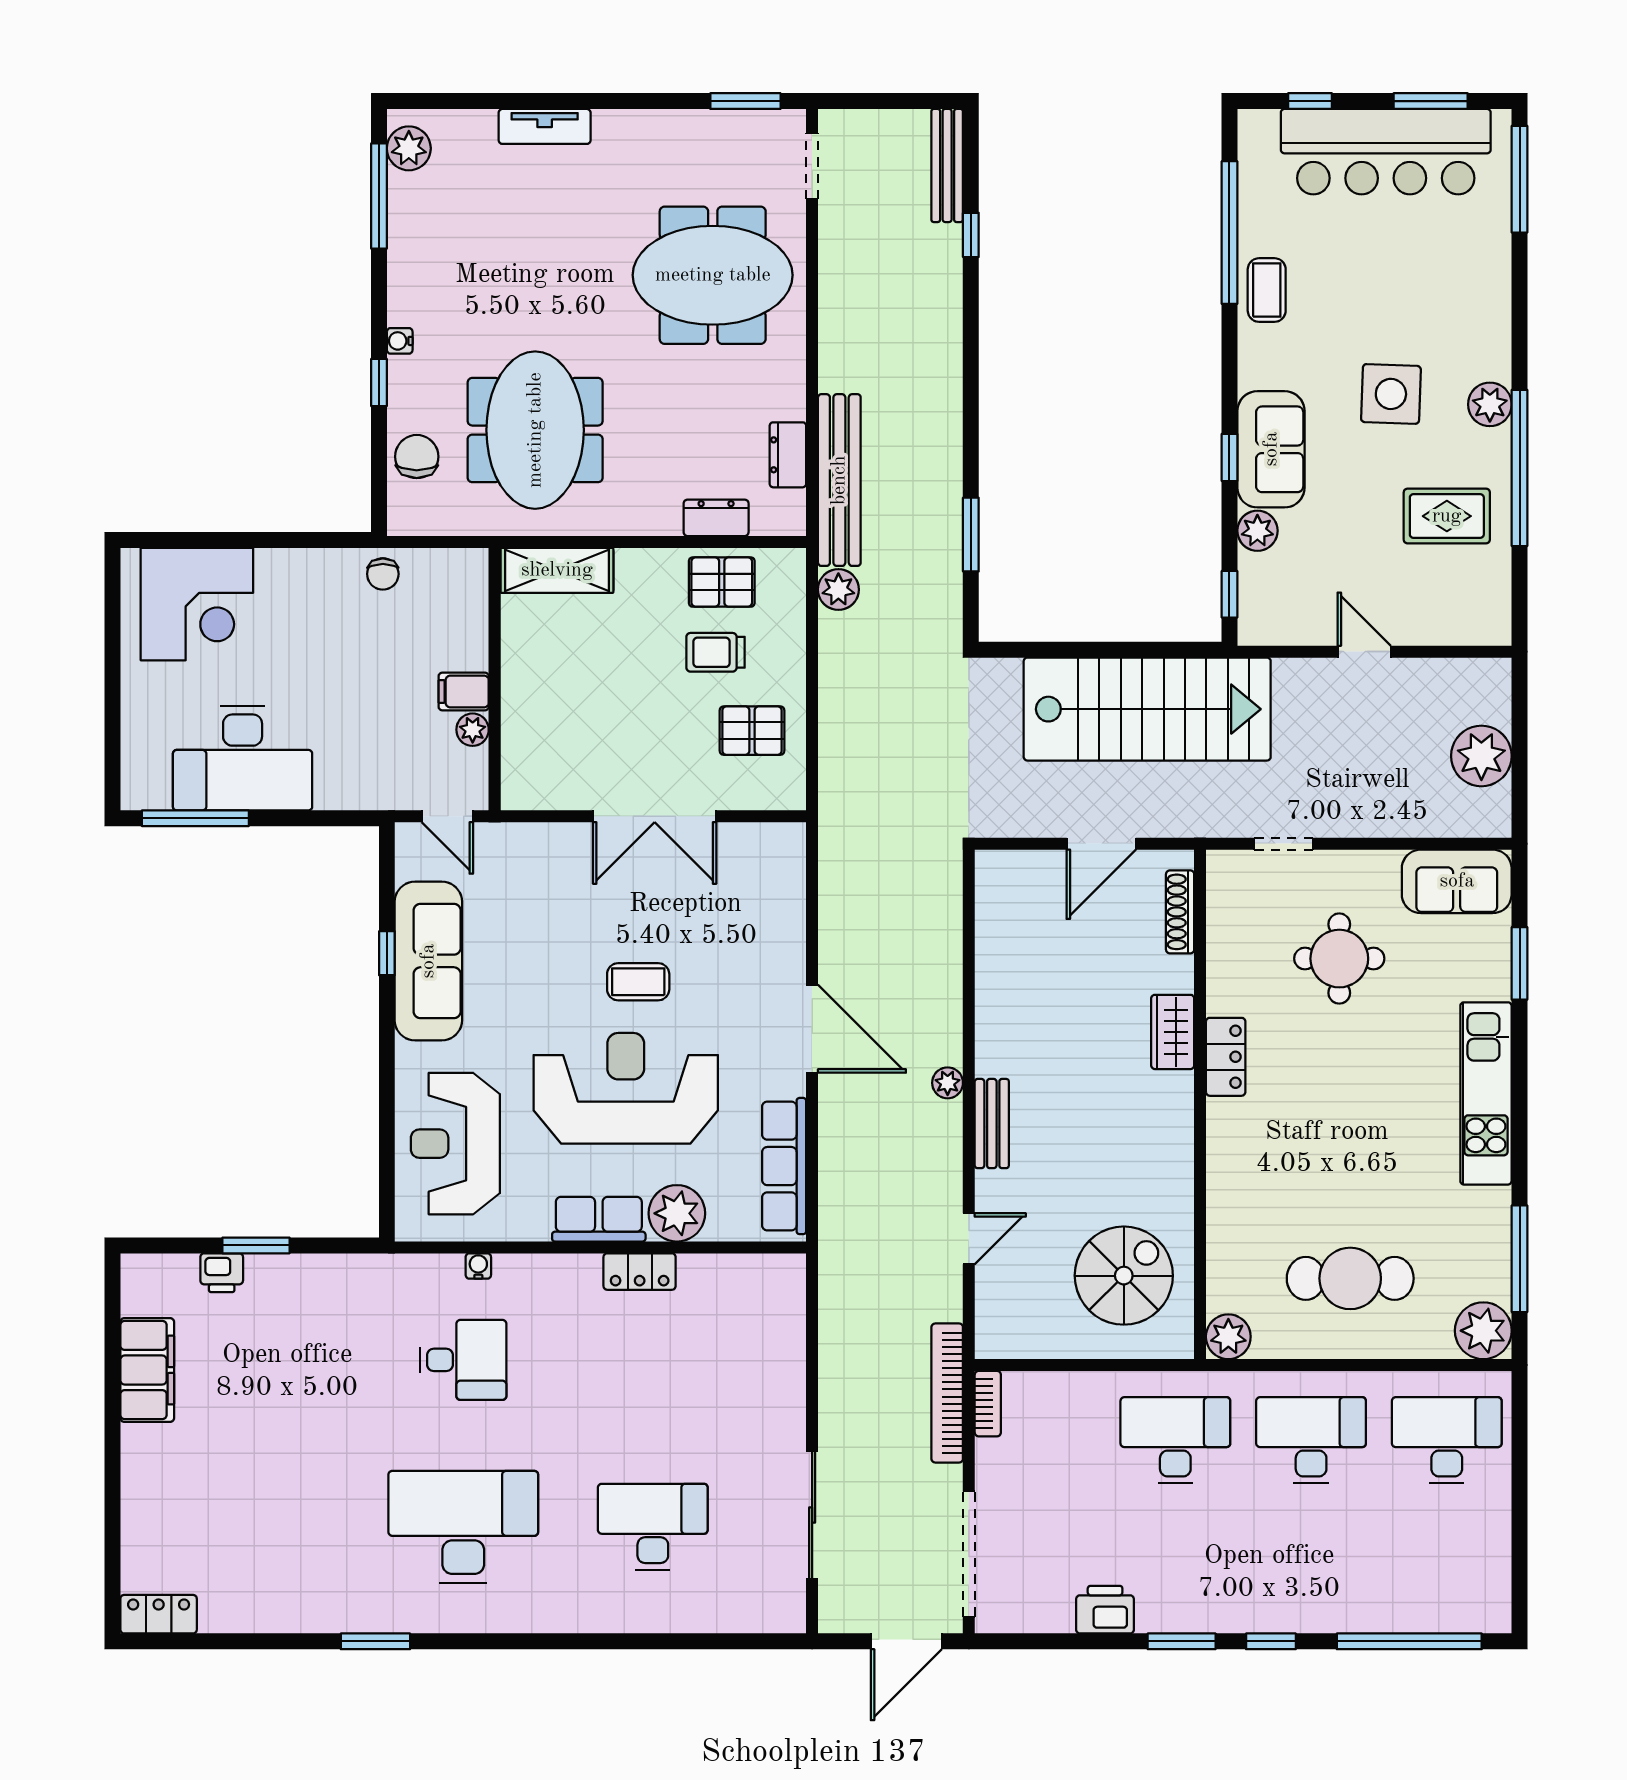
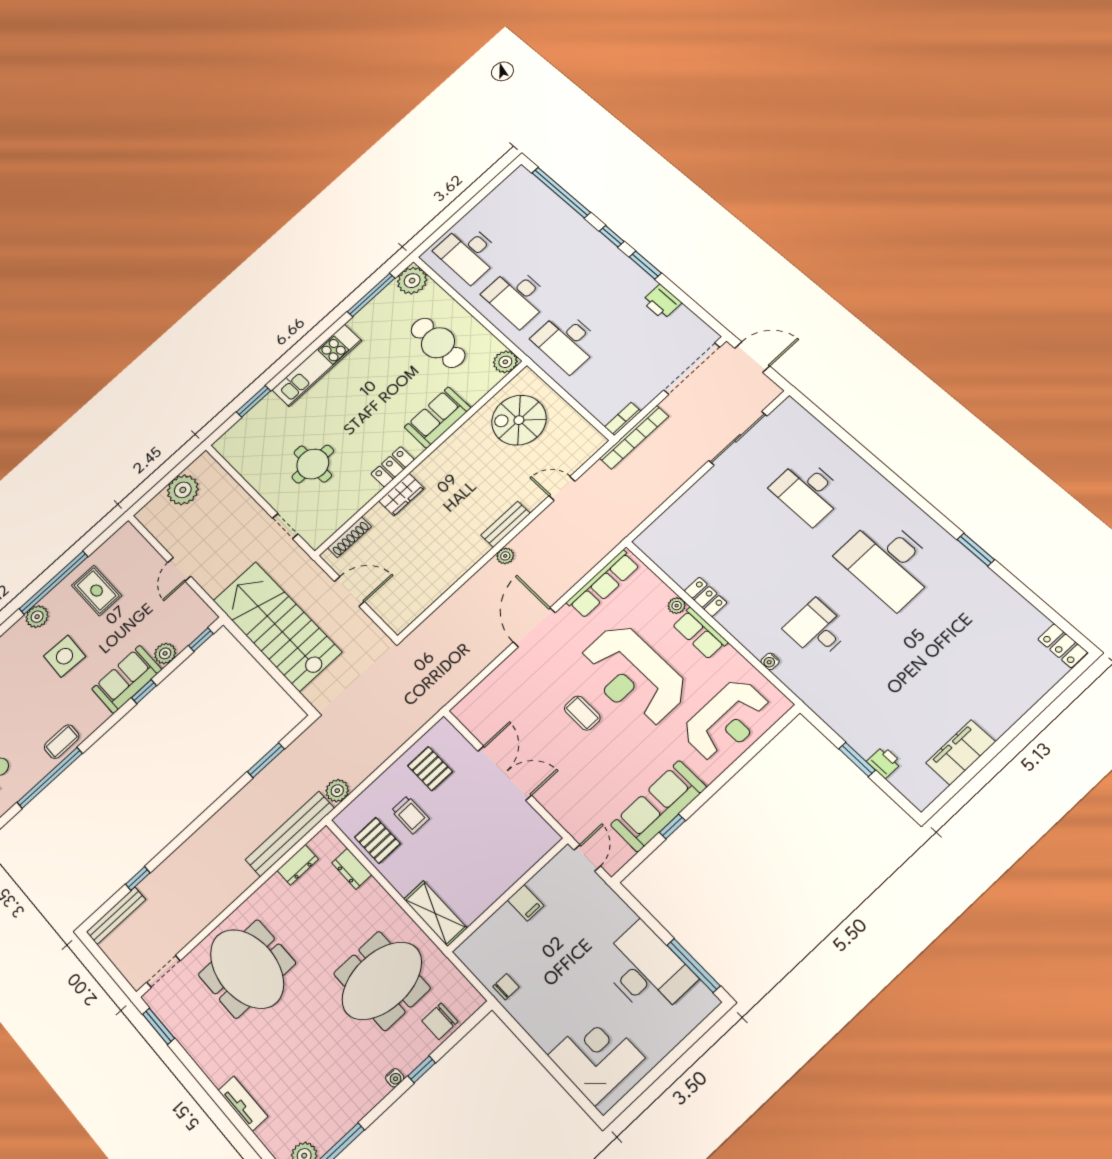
plant: (473, 730) -> (539, 883), removed
sofa: (1457, 881) -> (438, 418), moved, turned -90
plant: (677, 1213) -> (677, 606), width x0.53, depth x0.53

